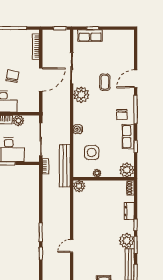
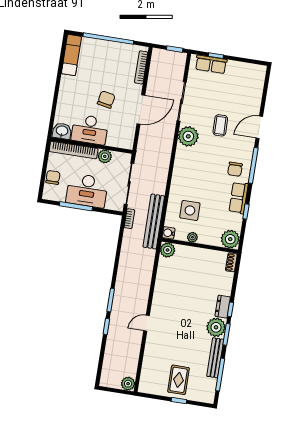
water cooler: (78, 129) -> (169, 233), moved
dresser: (129, 211) -> (223, 307), moved

